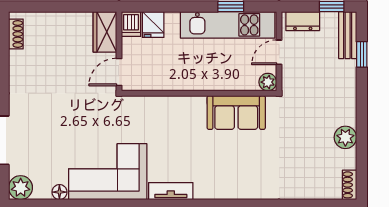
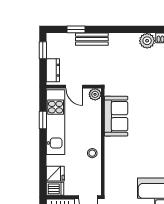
bench: (348, 35) -> (92, 39), moved
stool: (183, 78) -> (92, 153), added
plant: (345, 137) -> (147, 41), moved

